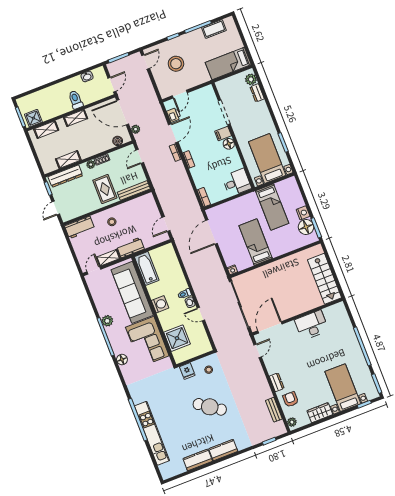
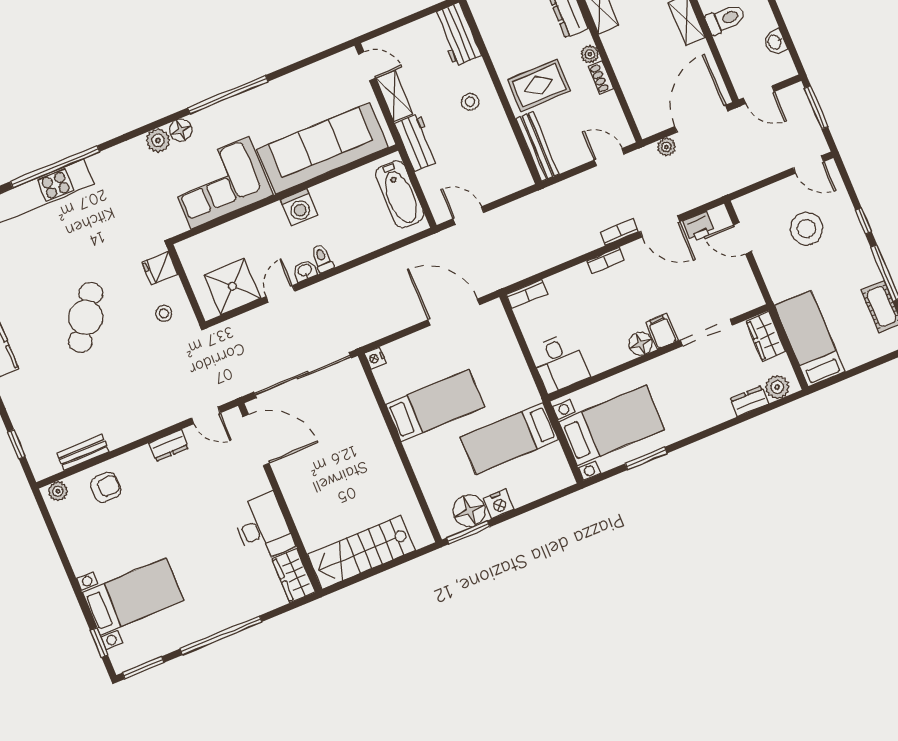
wardrobe: (227, 84) -> (766, 336), added
boiler: (118, 141) -> (641, 110), removed
bathtub: (147, 268) -> (400, 194), moved, turned 90
plant: (107, 321) -> (158, 140), moved
shower: (177, 338) -> (233, 286), moved
dresser: (277, 382) -> (169, 446), moved
wardrobe: (320, 413) -> (294, 575), moved, turned 180

